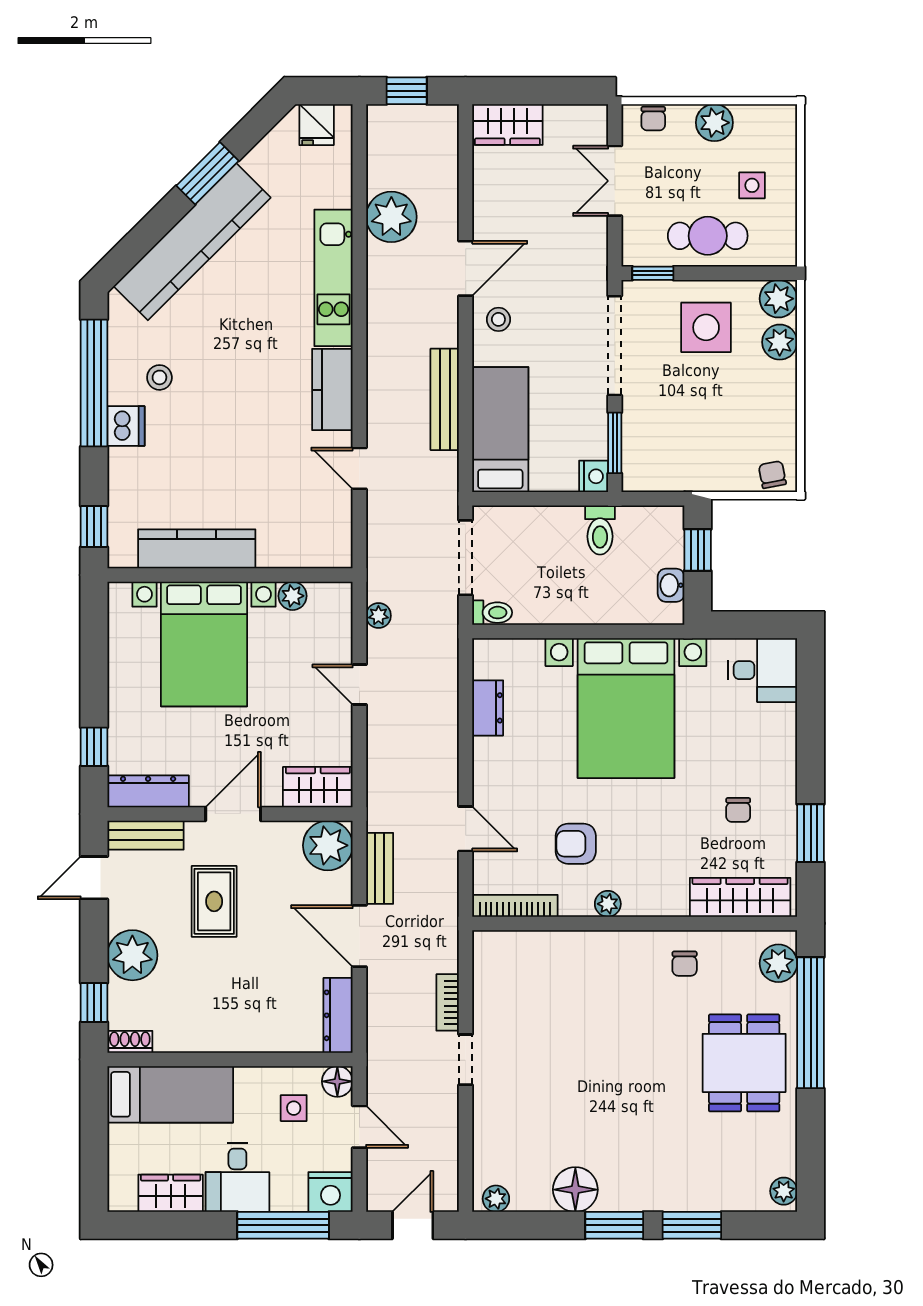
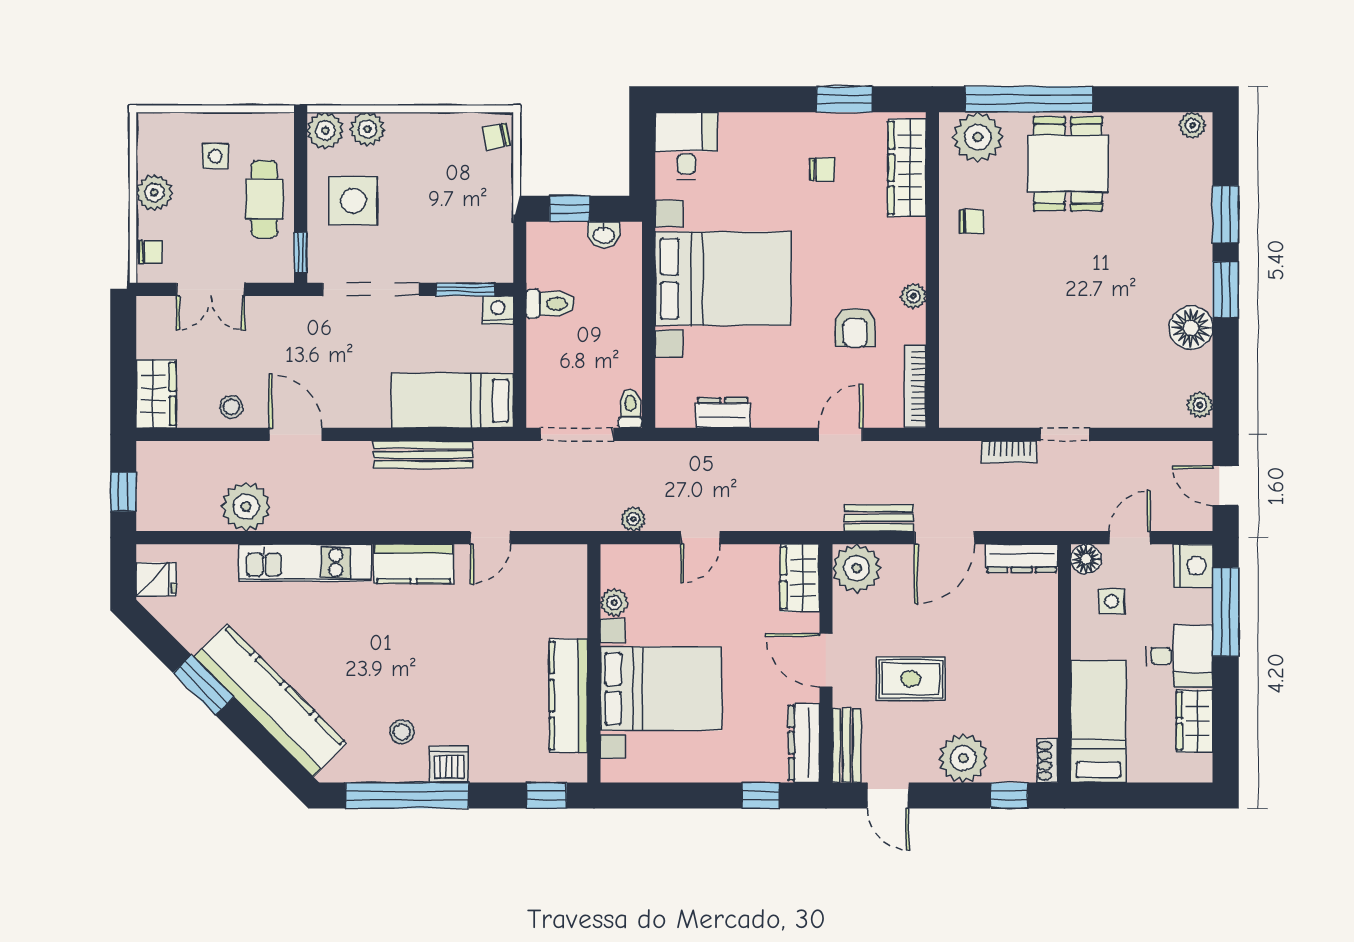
stool: (498, 319) -> (231, 407), moved
plant: (778, 963) -> (978, 137), width x1.36, depth x1.36
dining table: (744, 1063) -> (1068, 164), turned 90

